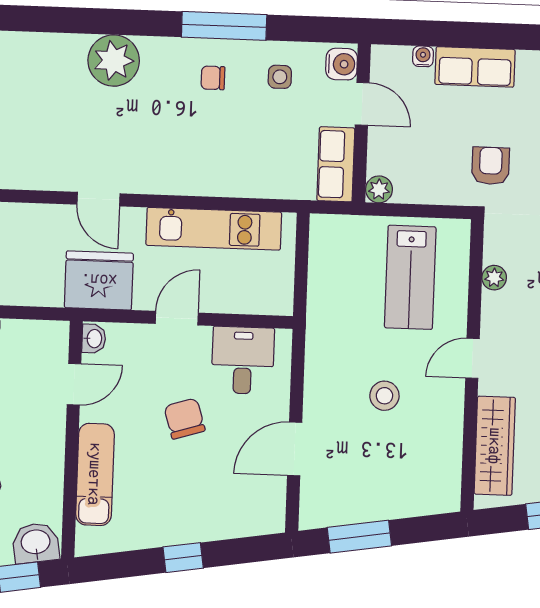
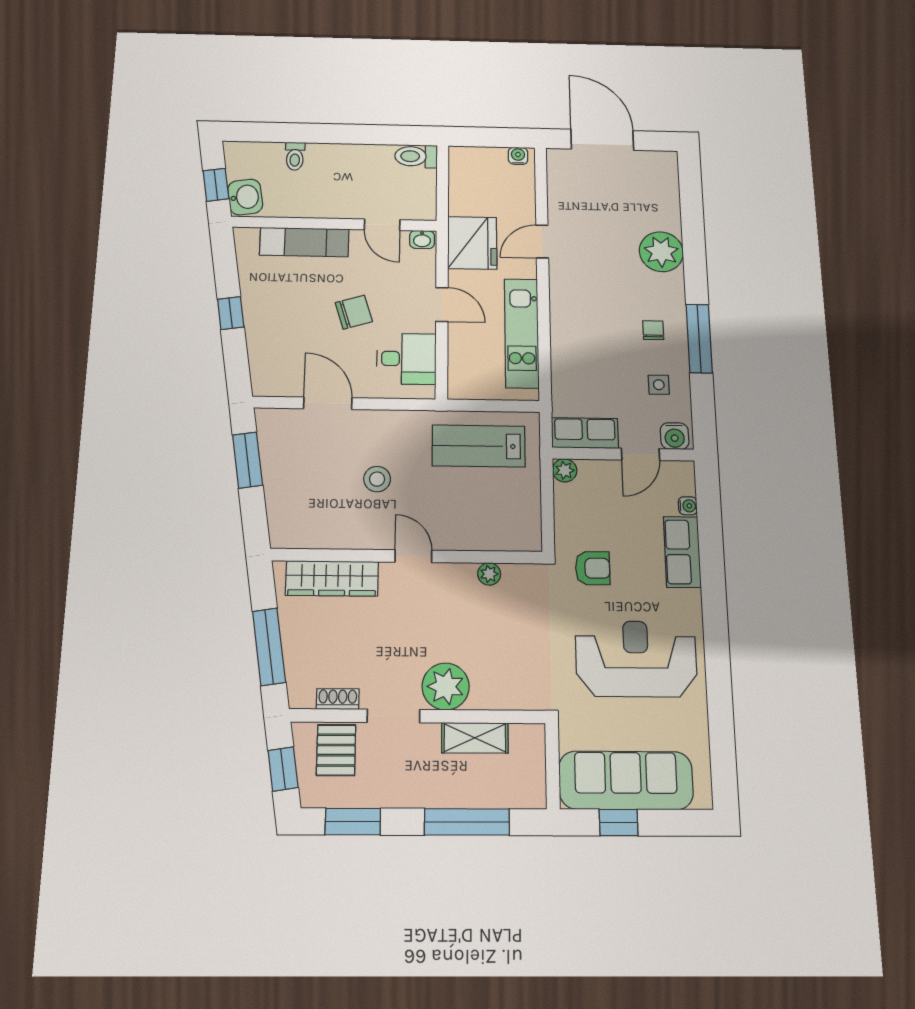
lab bench: (410, 277) -> (479, 446), moved

